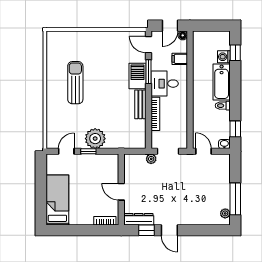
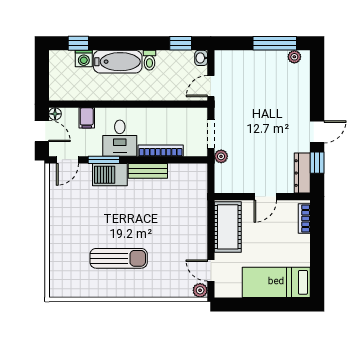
sun lounger: (75, 83) -> (119, 258), turned 180
plant: (95, 139) -> (200, 290), moved, width x0.53, depth x0.53
window: (88, 151) -> (211, 241), removed
cot: (99, 164) -> (228, 227), added

